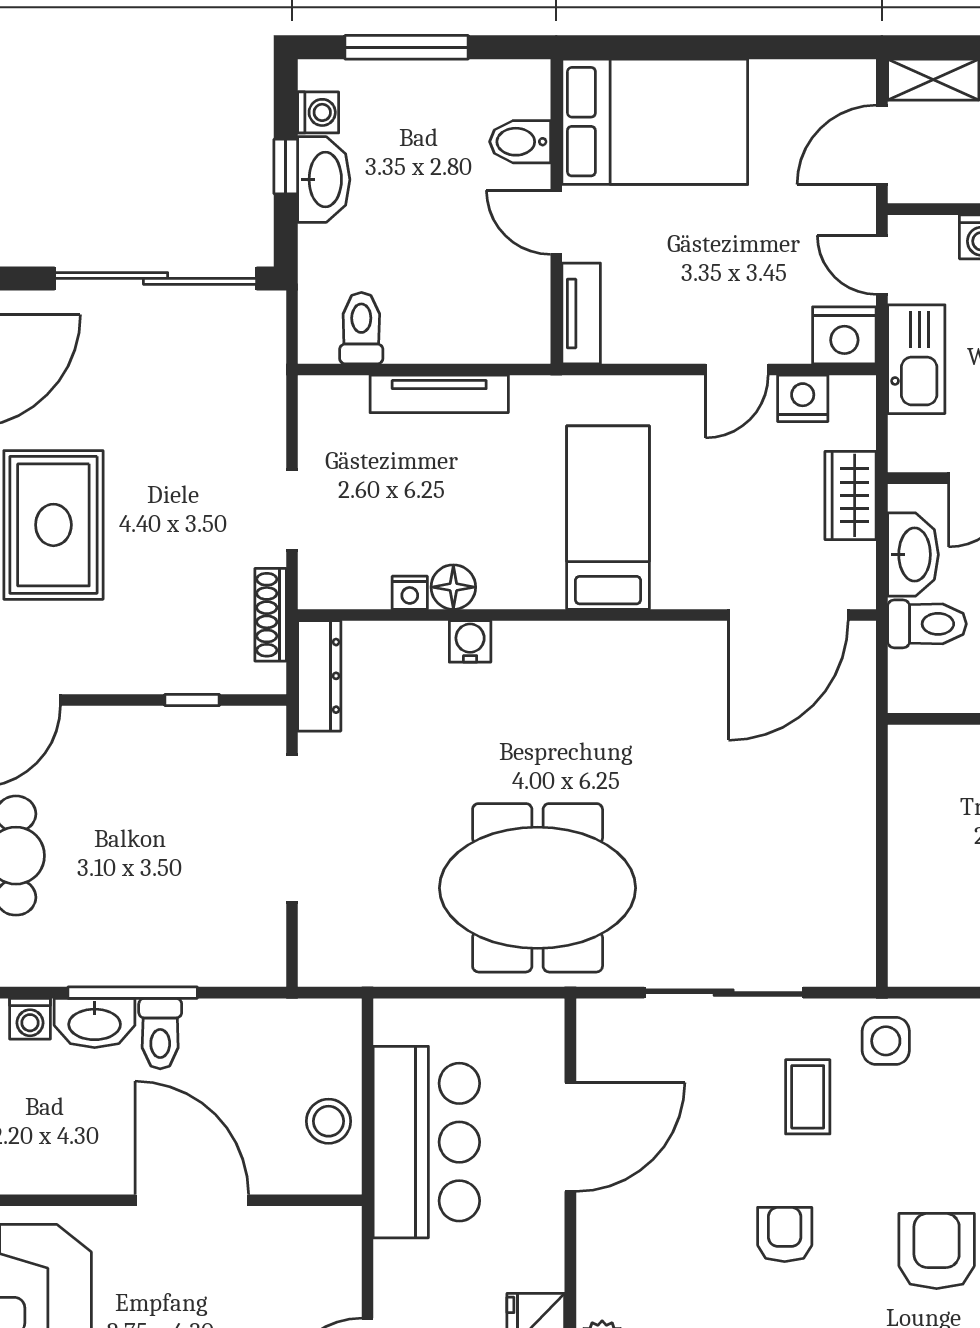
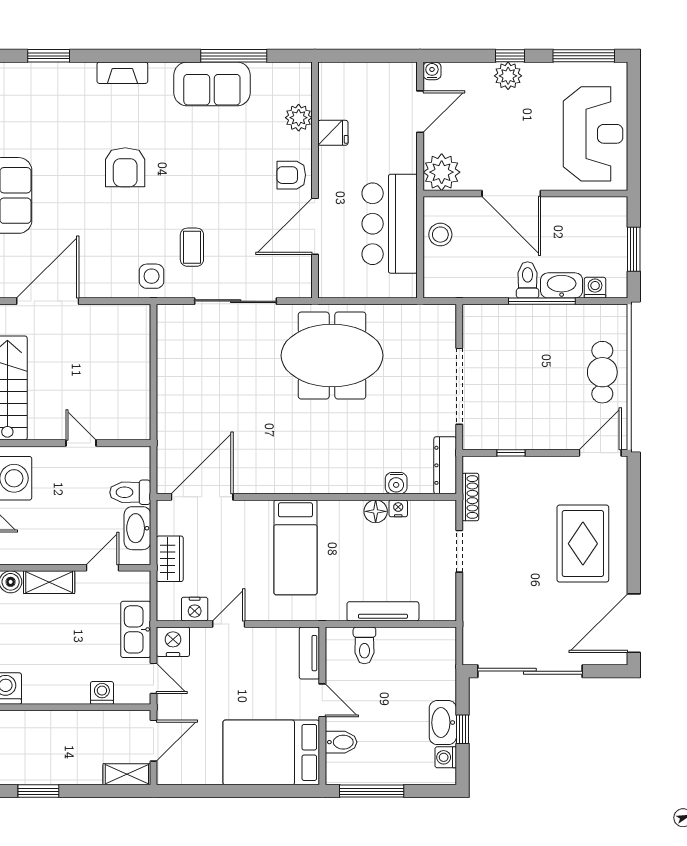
window: (407, 47) -> (372, 791), moved
toilet: (361, 328) -> (364, 645), moved
water cooler: (470, 641) -> (396, 483), moved
armchair: (785, 1234) -> (291, 175), moved, turned 90
plant: (326, 1242) -> (442, 172), added

